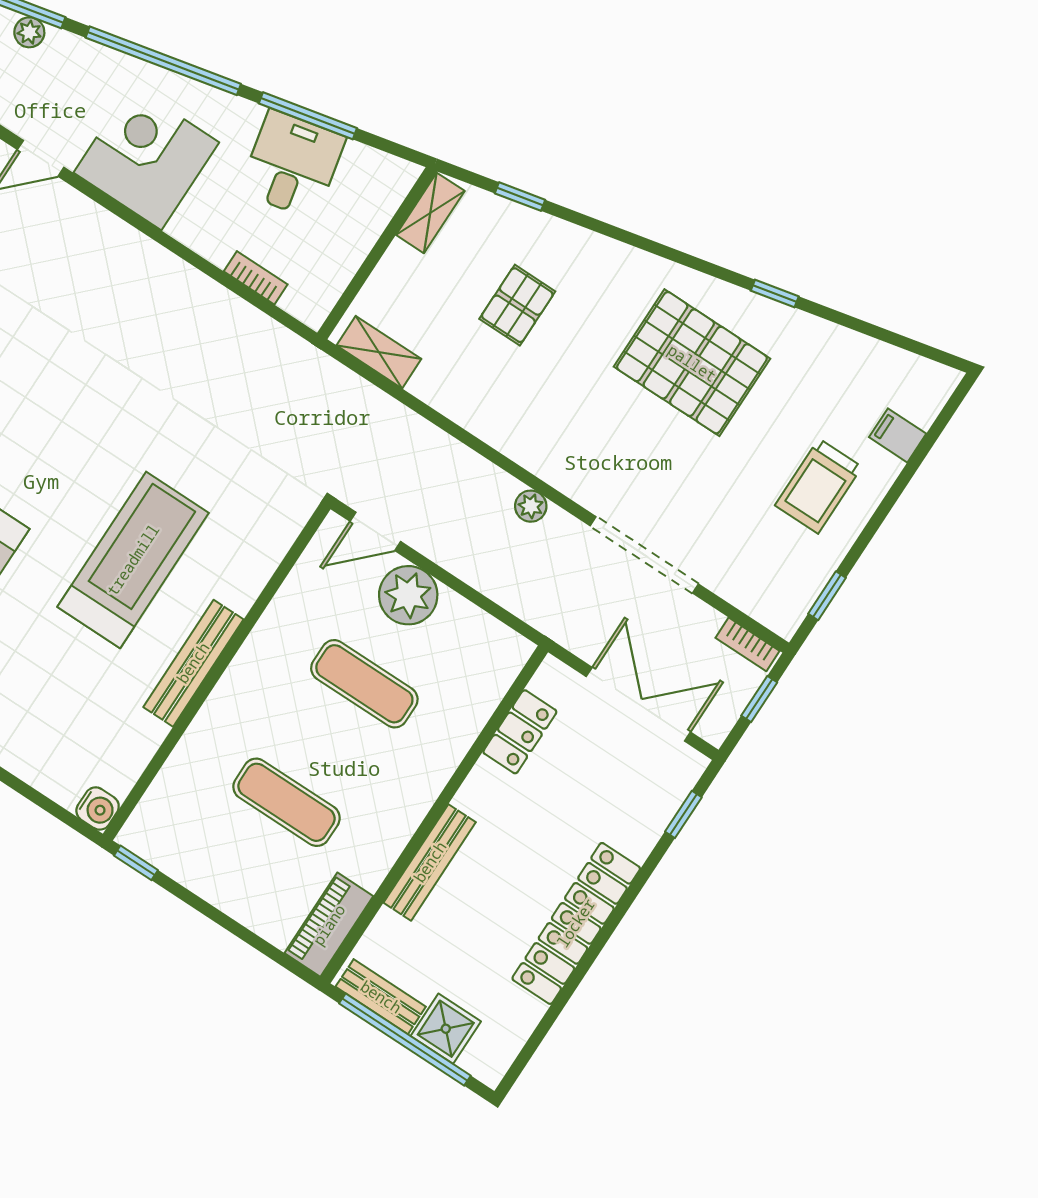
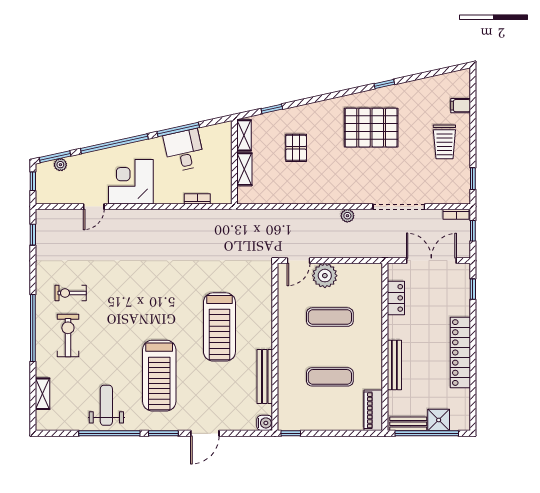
shelving: (379, 352) -> (244, 169), moved, turned 90
treadmill: (133, 560) -> (219, 327), turned 180
bench: (193, 663) -> (265, 376), moved

